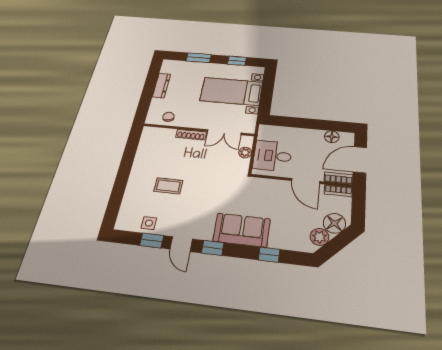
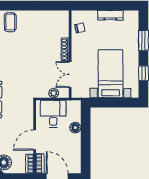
floor lamp: (332, 137) -> (75, 128), moved
coffee table: (168, 186) -> (10, 22), moved

